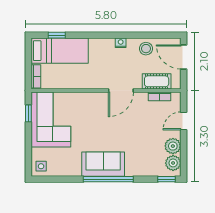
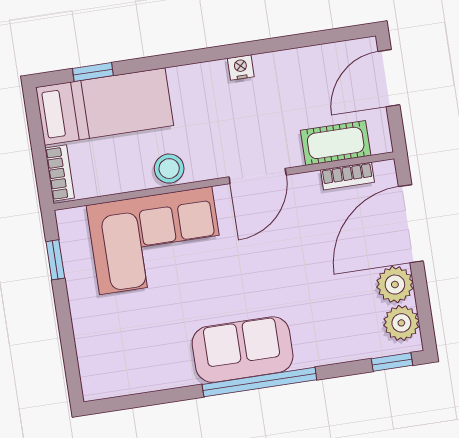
stool: (146, 49) -> (169, 169), moved
door: (184, 57) -> (389, 78), hinge flipped
corner sofa: (51, 119) -> (156, 240), moved, turned 90
door: (184, 121) -> (411, 224), width x1.88
side table: (41, 166) -> (102, 376), removed

